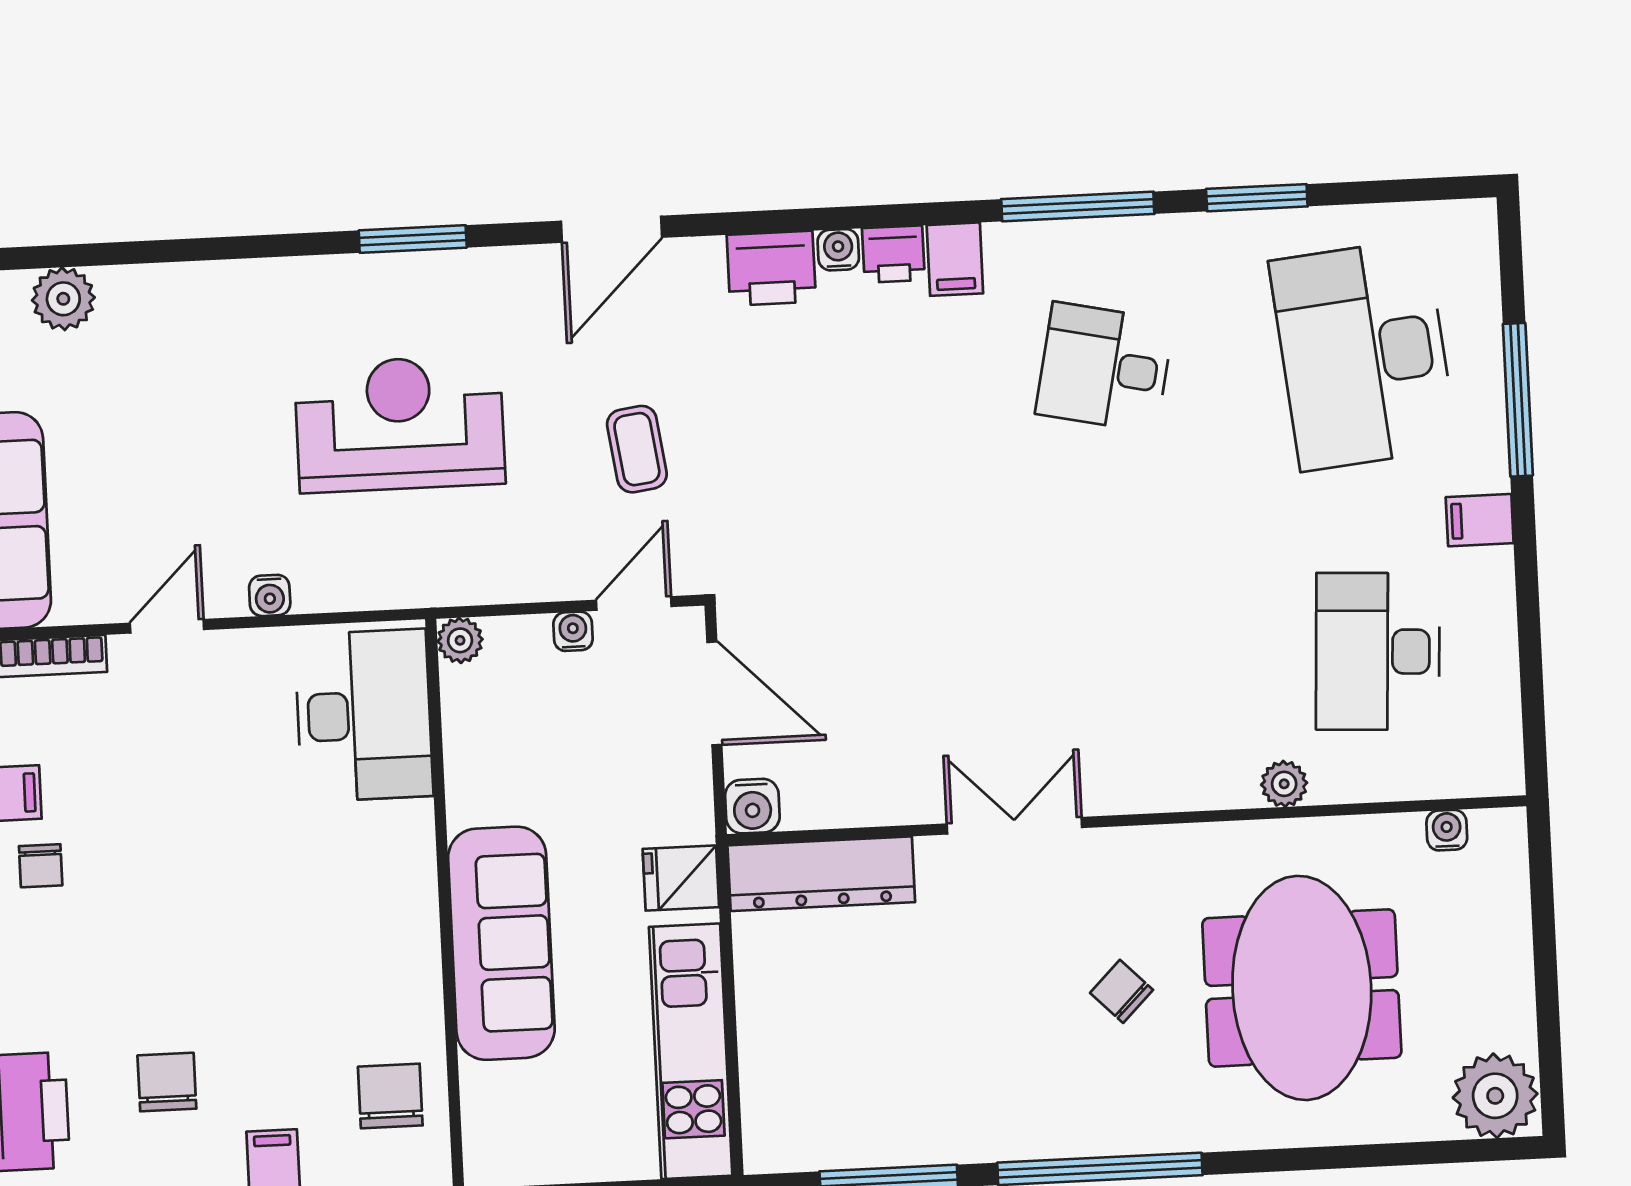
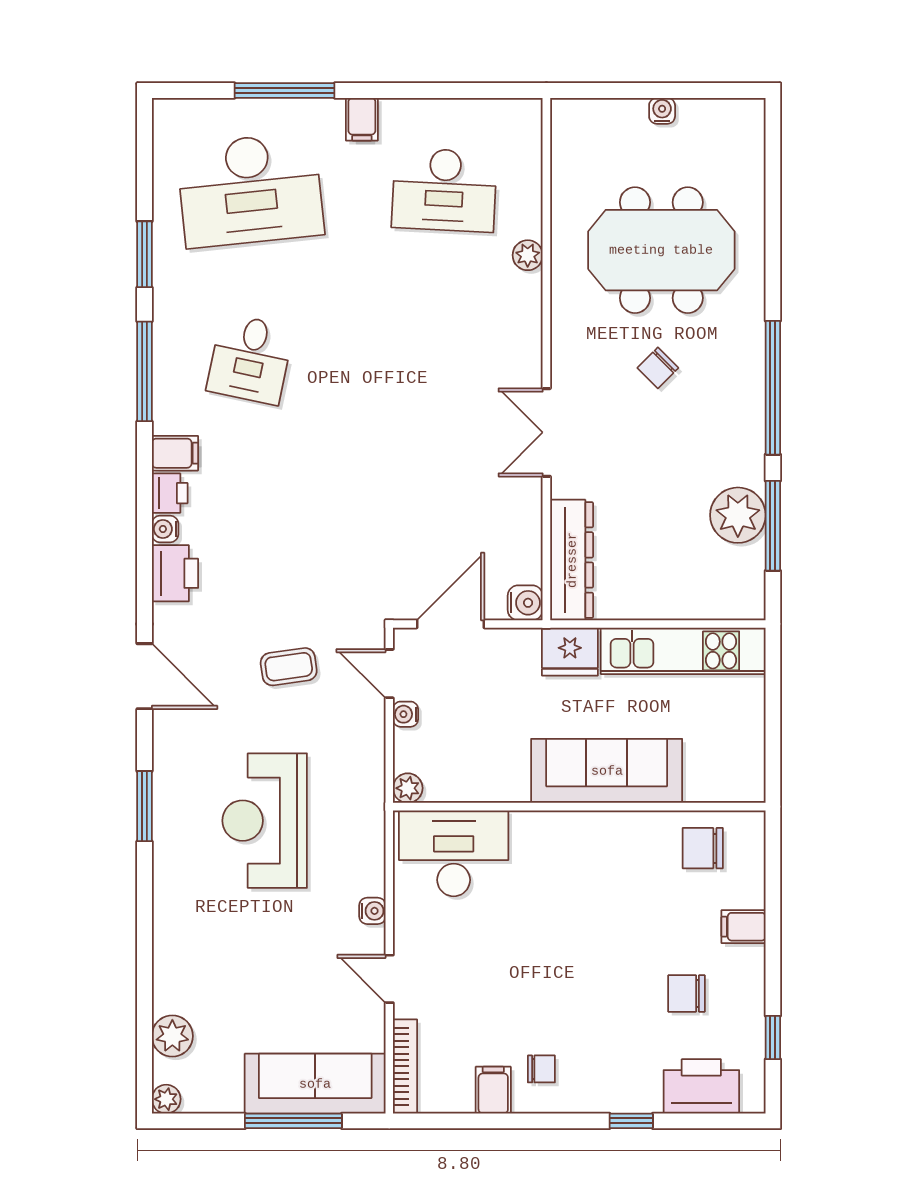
water cooler: (1447, 830) -> (662, 111), moved, turned 90
fridge: (681, 878) -> (570, 652), width x1.38
plant: (1495, 1096) -> (738, 515), moved

